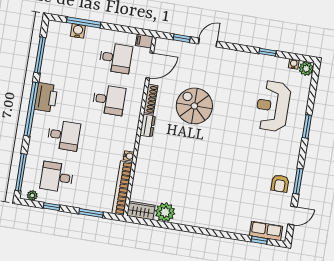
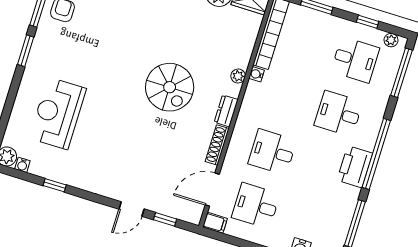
spiral stairs: (194, 106) -> (170, 87), moved
reception desk: (273, 106) -> (58, 113), turned 180
window: (307, 127) -> (26, 51), moved
plant: (142, 153) -> (238, 76), added

